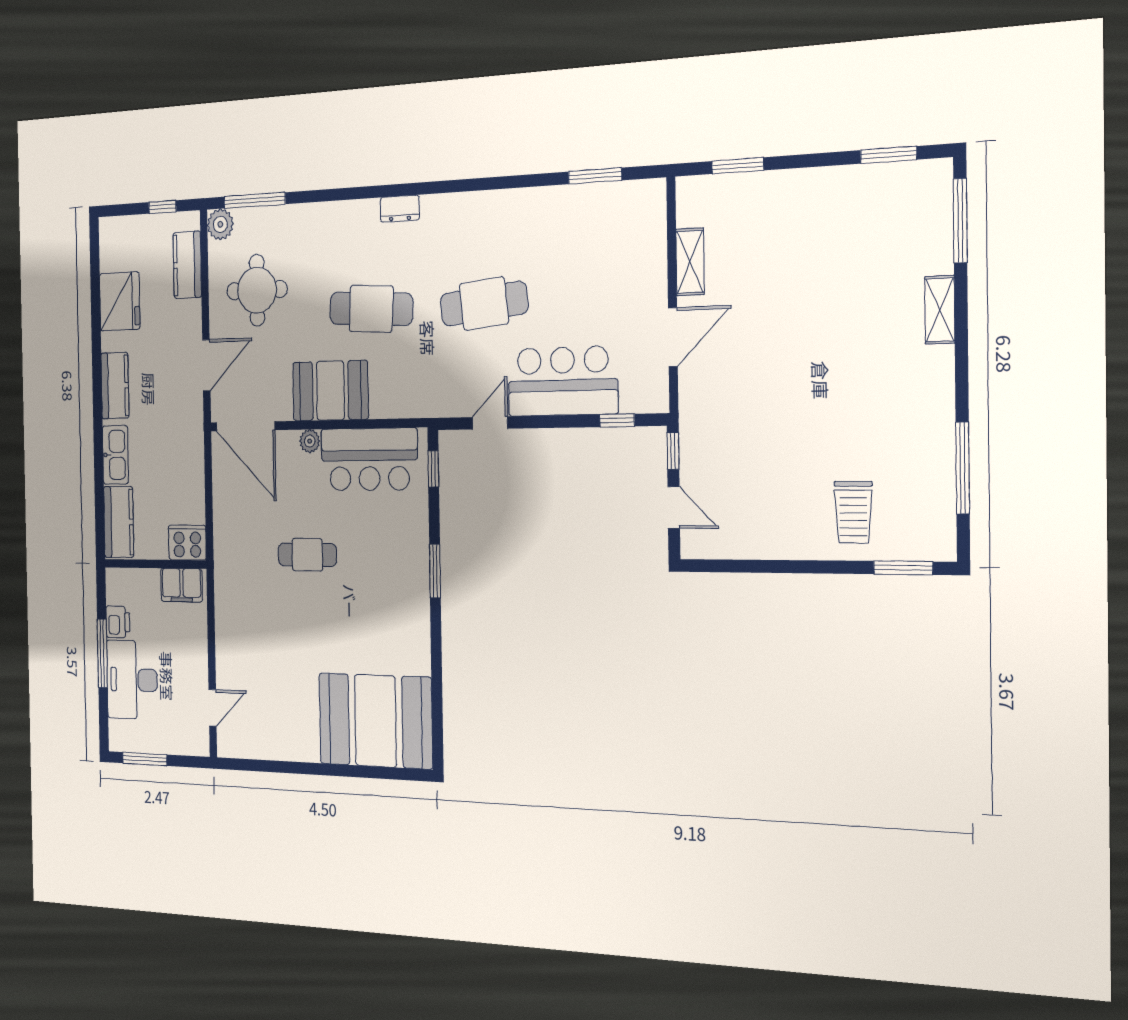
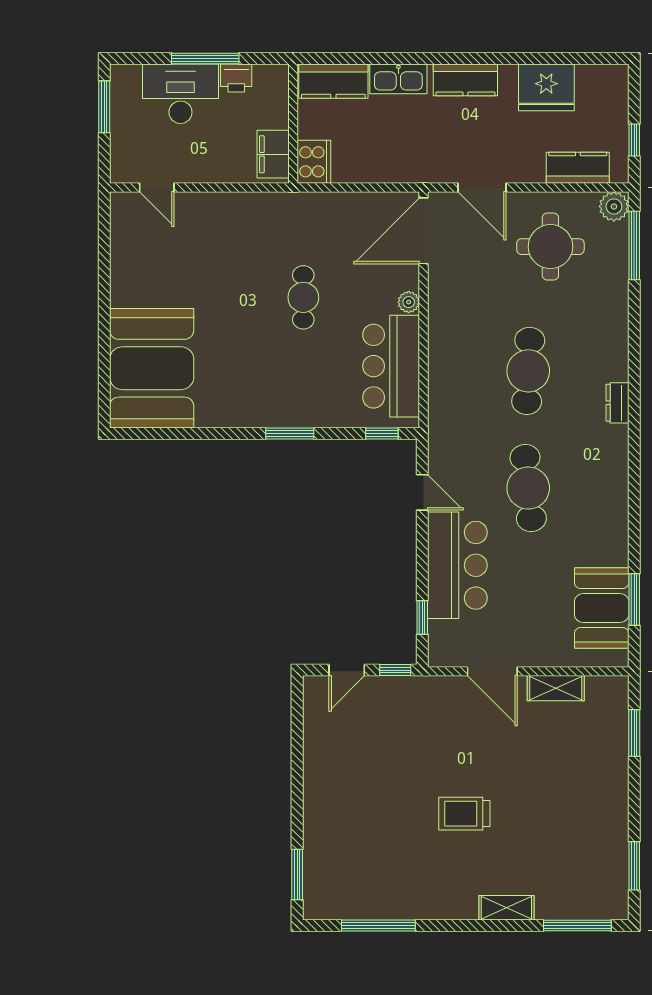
booth: (330, 391) -> (602, 608), moved
trolley: (853, 512) -> (464, 814), moved

